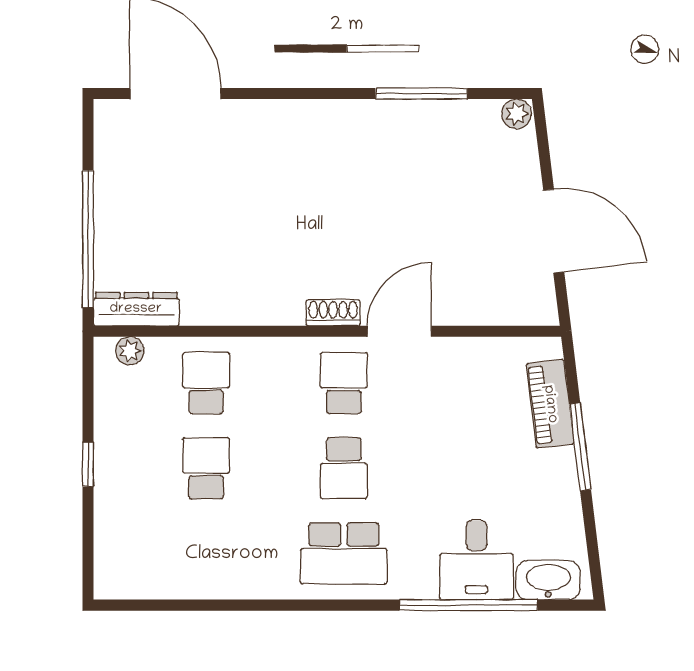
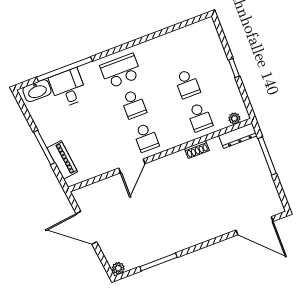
window: (88, 239) -> (267, 156), width x0.68
shoe rack: (333, 313) -> (197, 150), moved
school desk: (344, 468) -> (133, 104), turned 180

